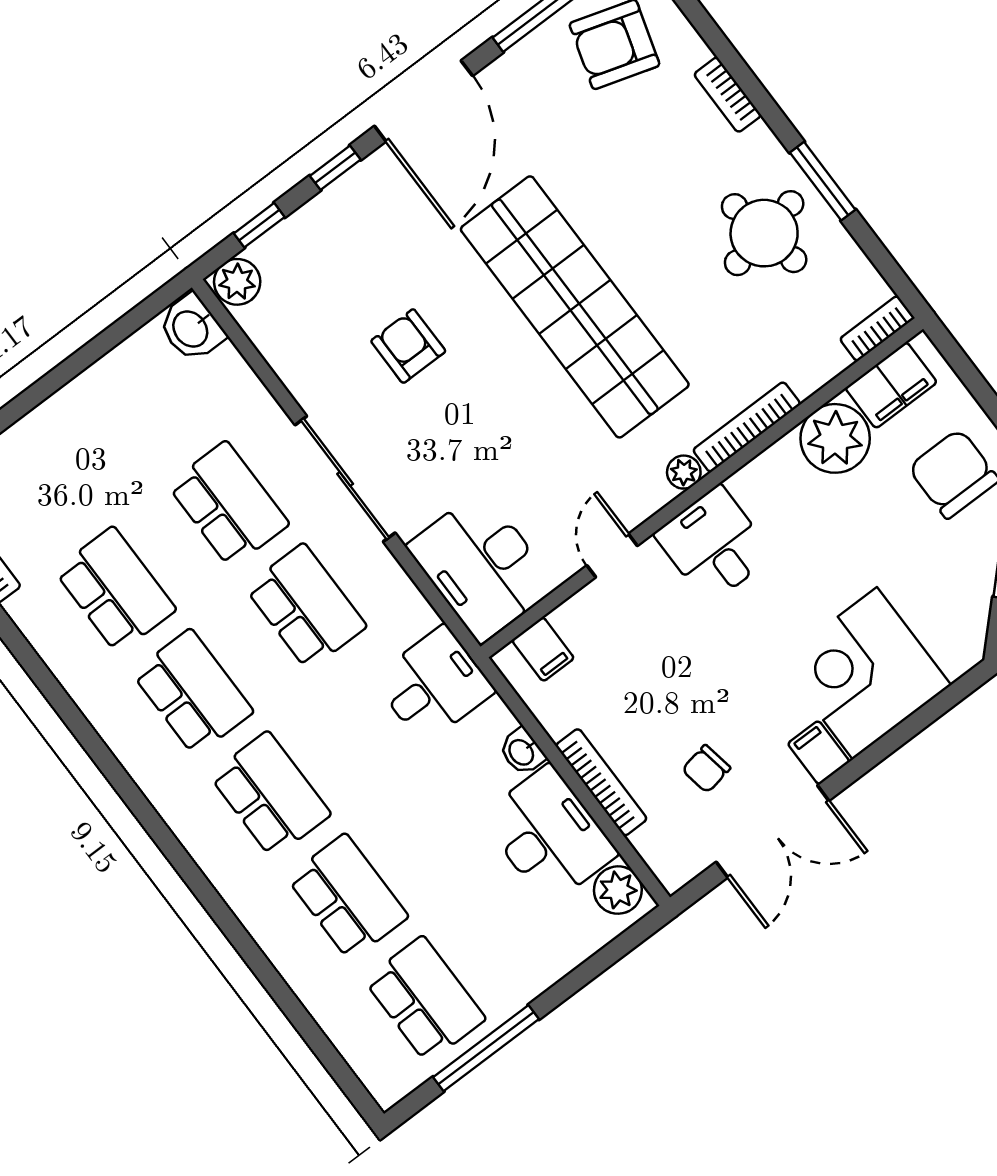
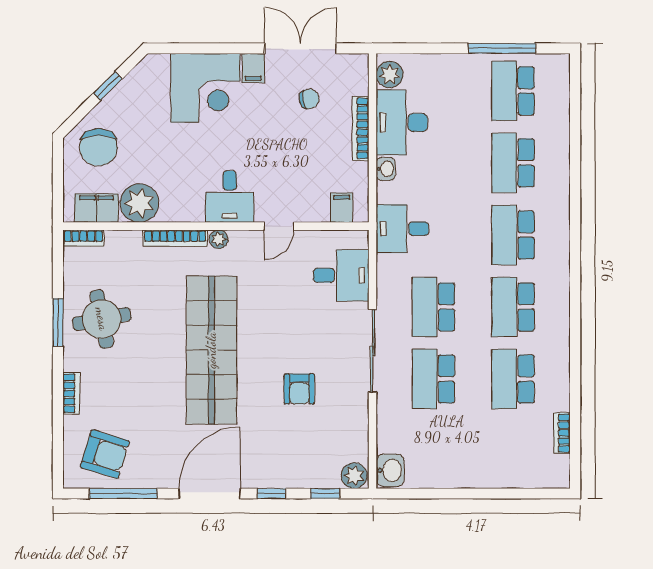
desk: (481, 566) -> (341, 275), width x0.73

